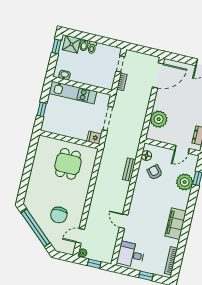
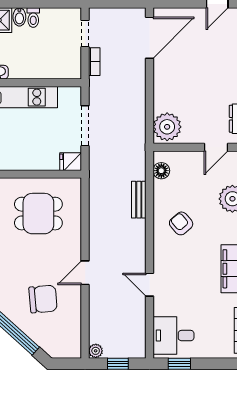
plant: (159, 119) -> (167, 127), moved
dining table: (68, 164) -> (38, 214), turned 90
armchair: (155, 172) -> (181, 223), moved
chair: (59, 215) -> (43, 299), turned -95
door: (80, 236) -> (85, 273), moved
window: (146, 276) -> (179, 364), moved

